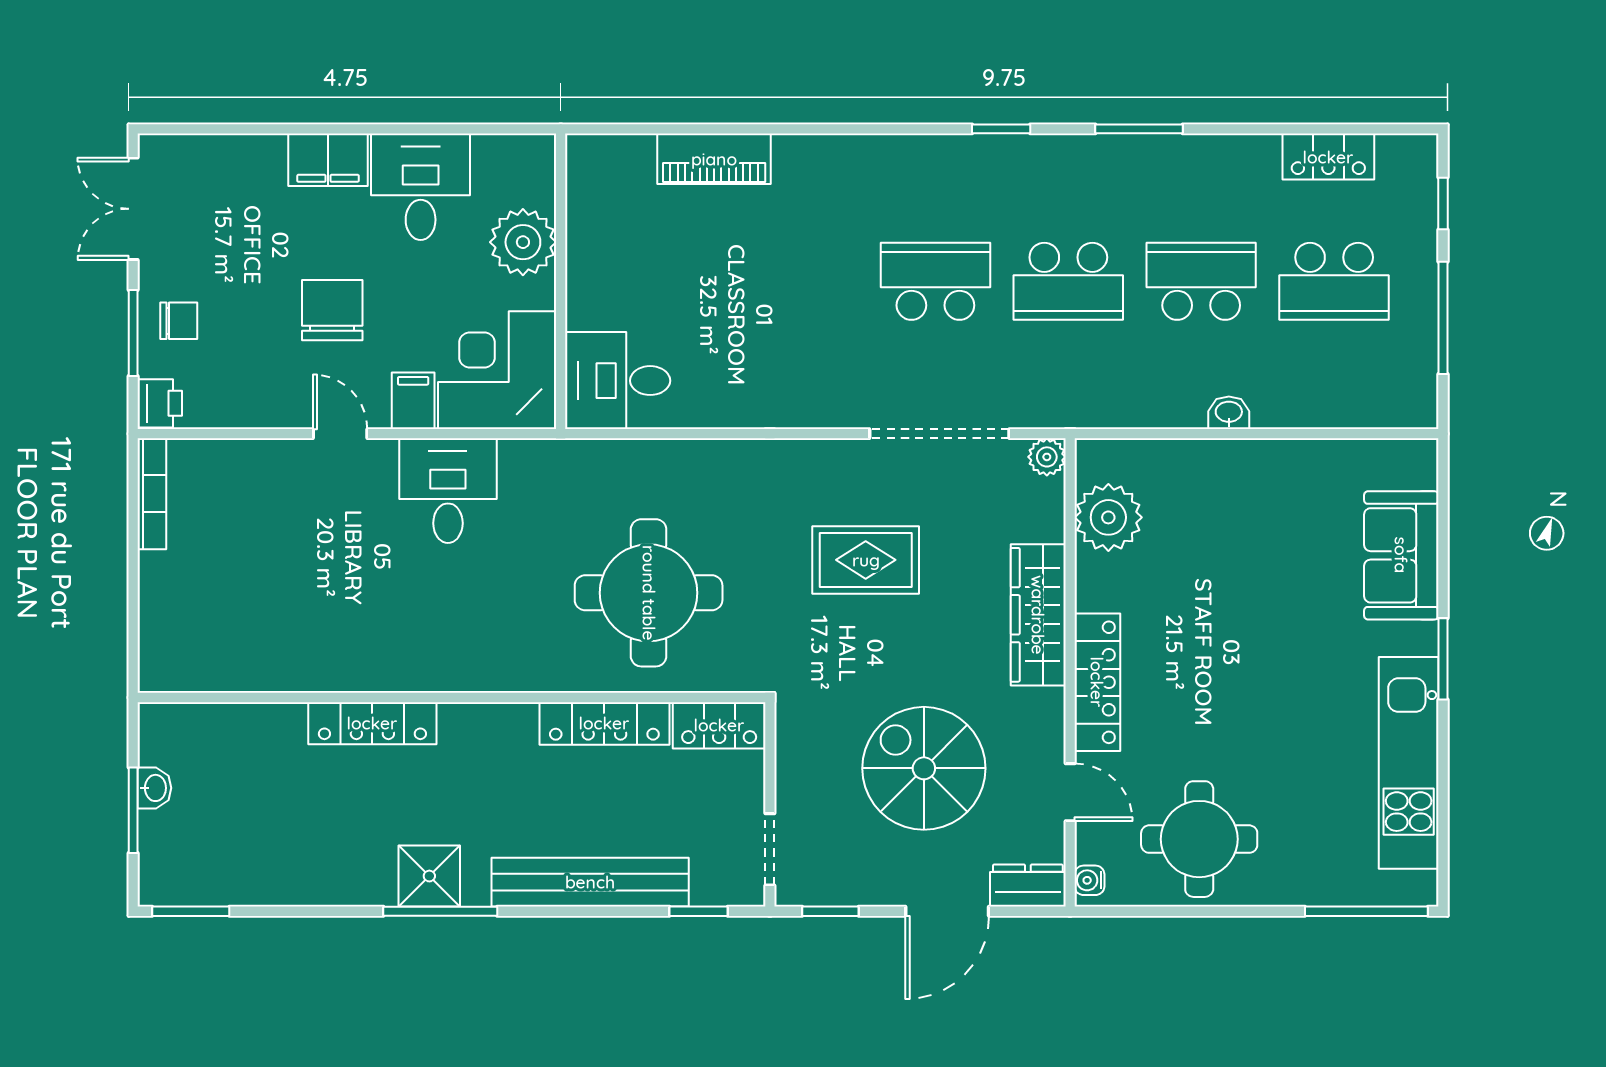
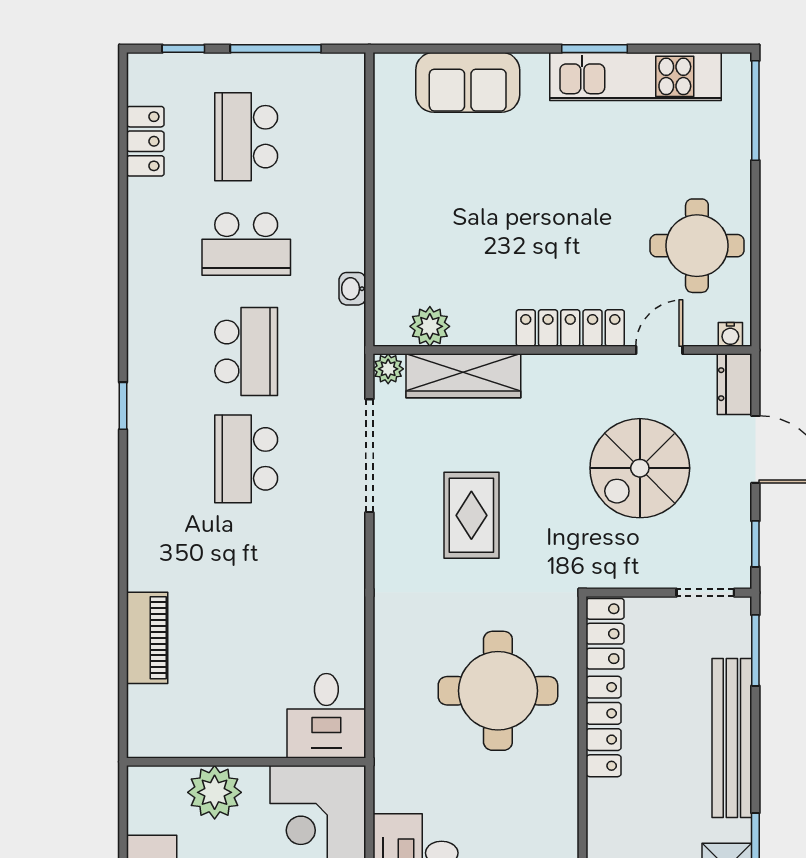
window: (1139, 129) -> (123, 294), removed
school desk: (1201, 281) -> (246, 244), turned -90
school desk: (1334, 281) -> (246, 137), turned 180
washbasin: (1229, 413) -> (352, 289), moved
plant: (1108, 517) -> (430, 326), width x0.73, depth x0.73
wardrobe: (1038, 615) -> (463, 376), moved
window: (1443, 659) -> (595, 49), moved
window: (699, 911) -> (755, 650), width x1.50

